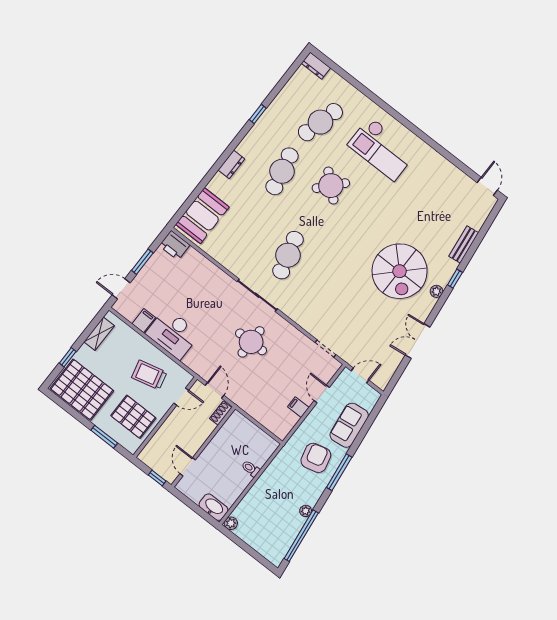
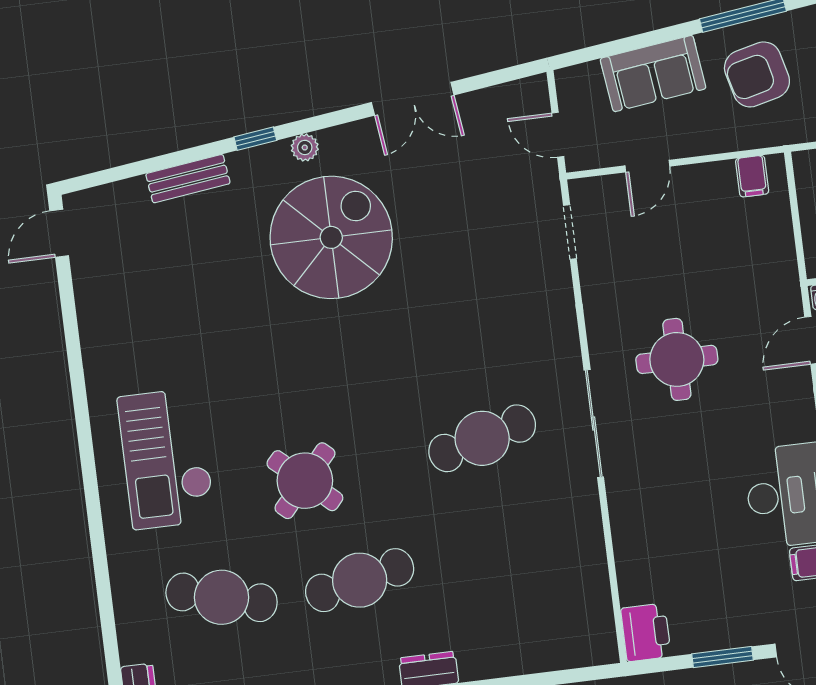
checkout: (382, 149) -> (166, 459), turned 180
booth: (202, 216) -> (555, 635), removed
filing cabinet: (298, 407) -> (752, 176), moved

